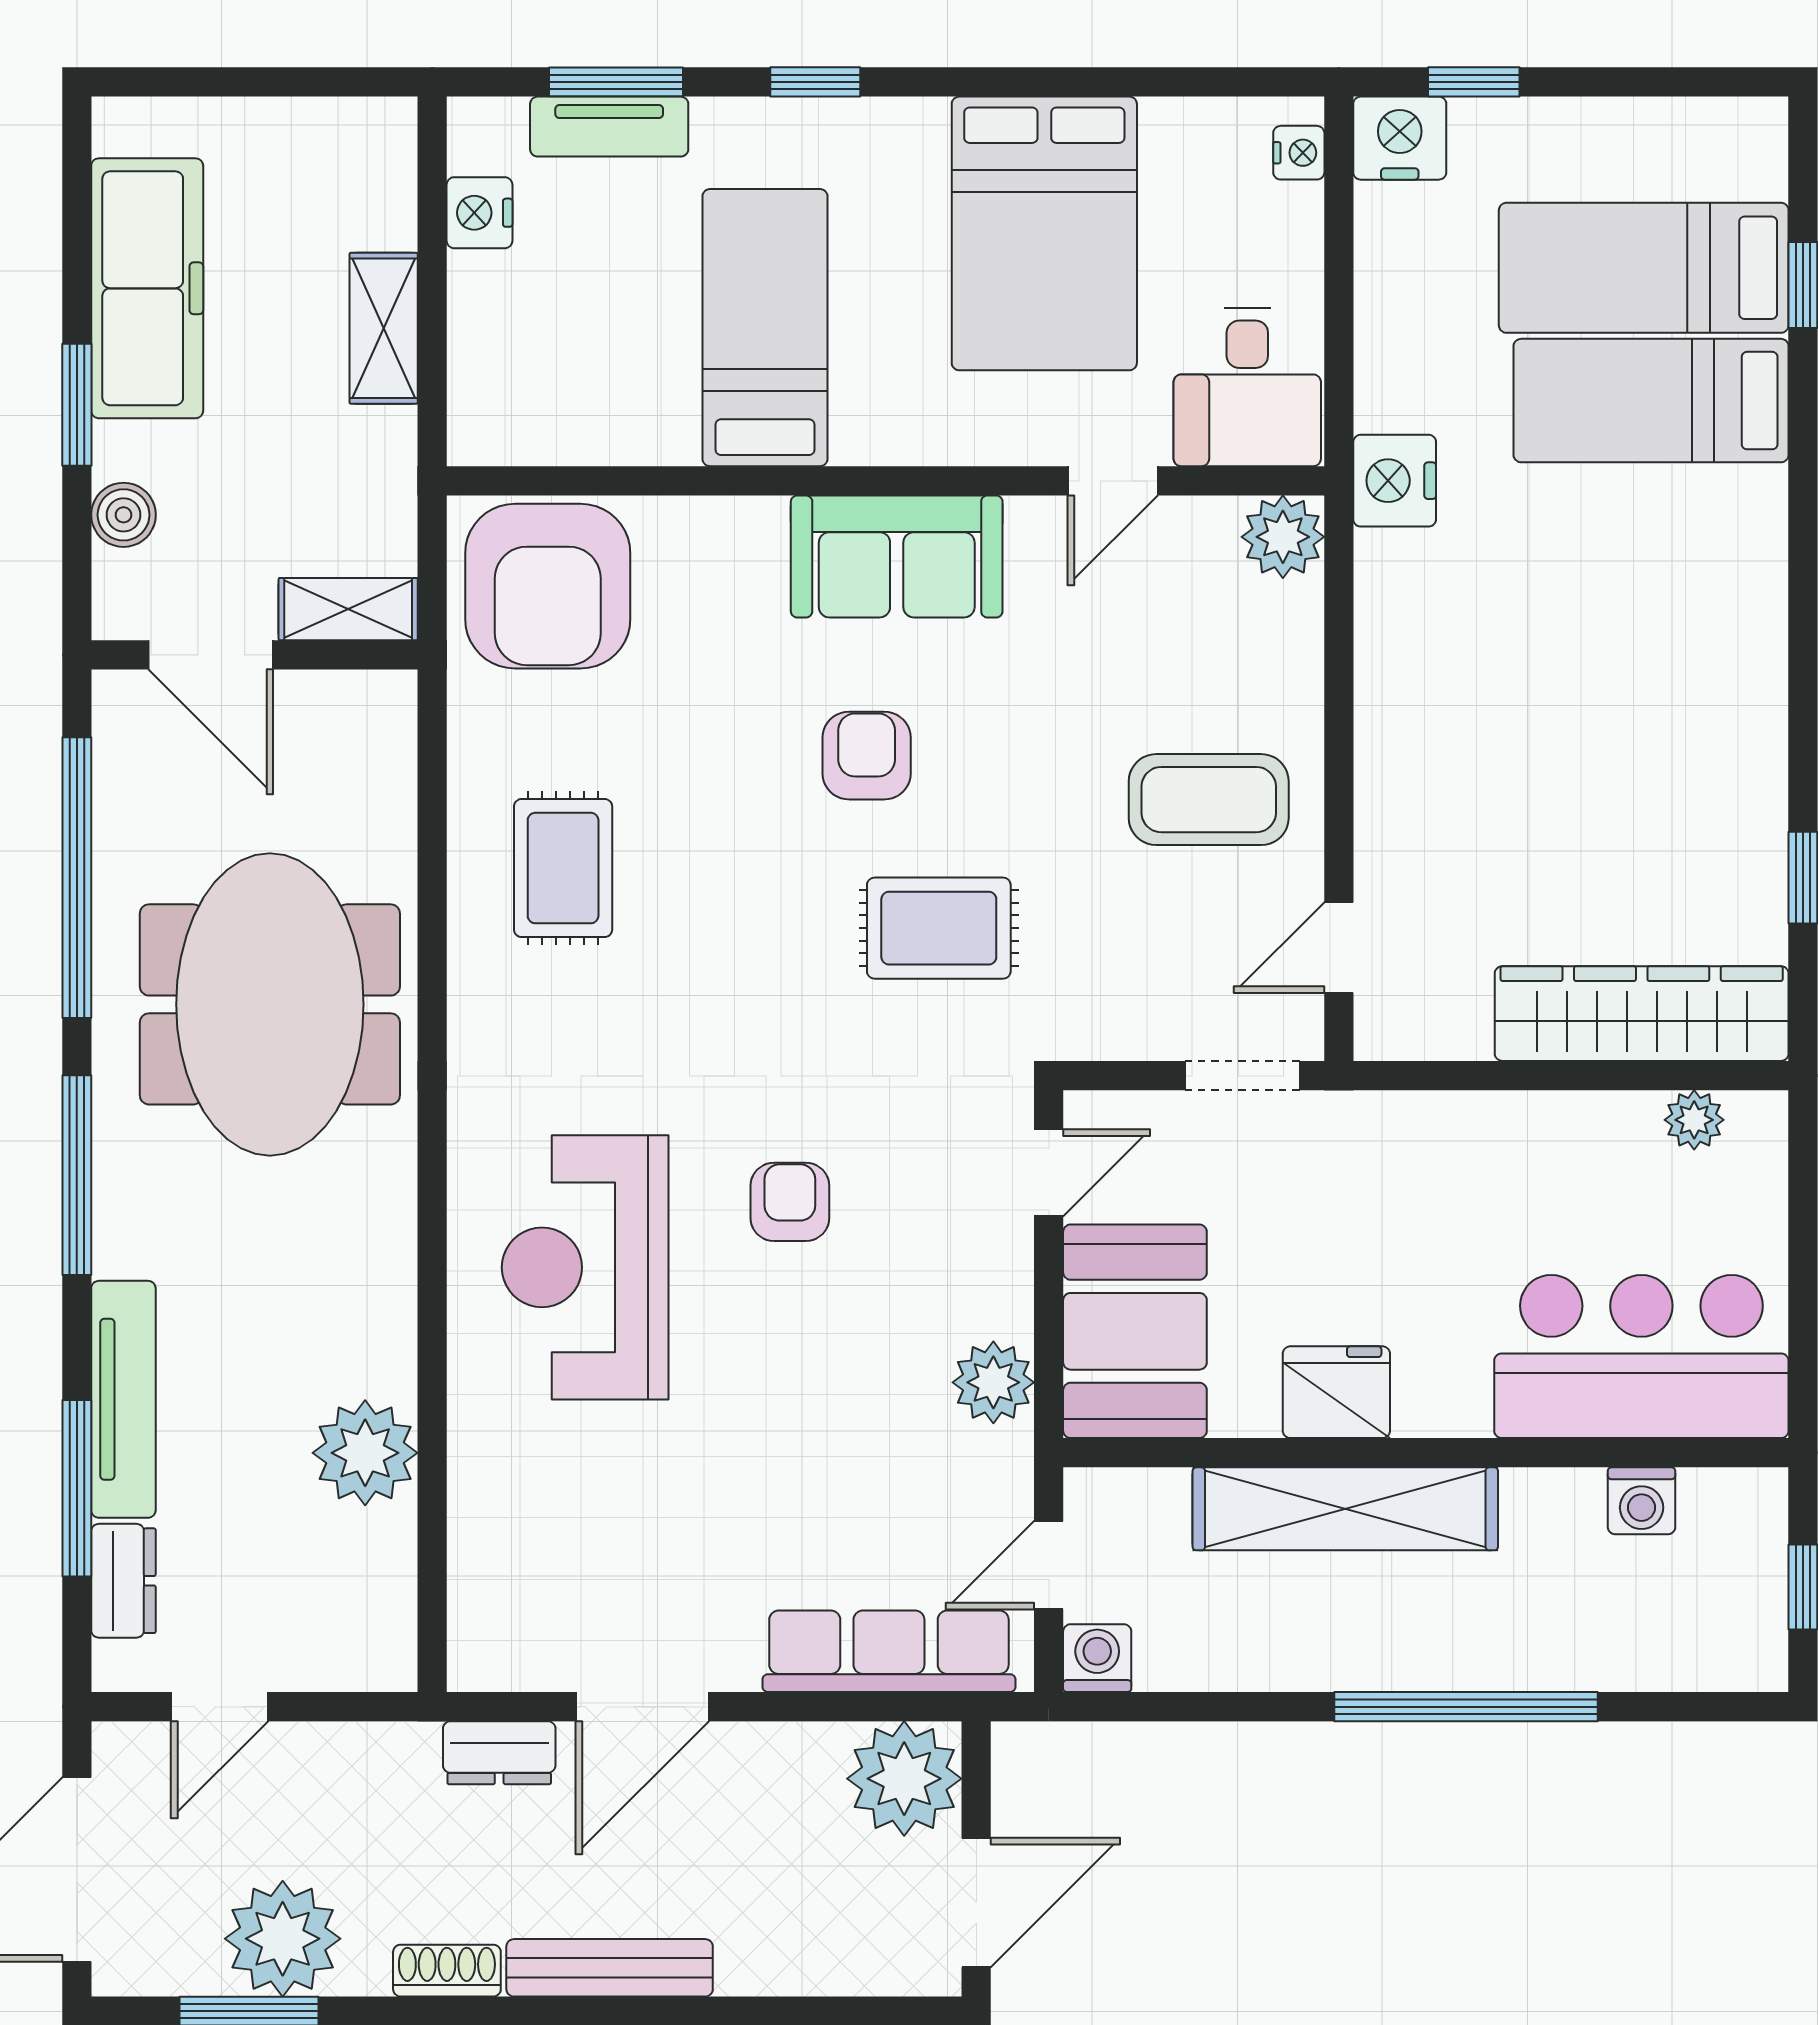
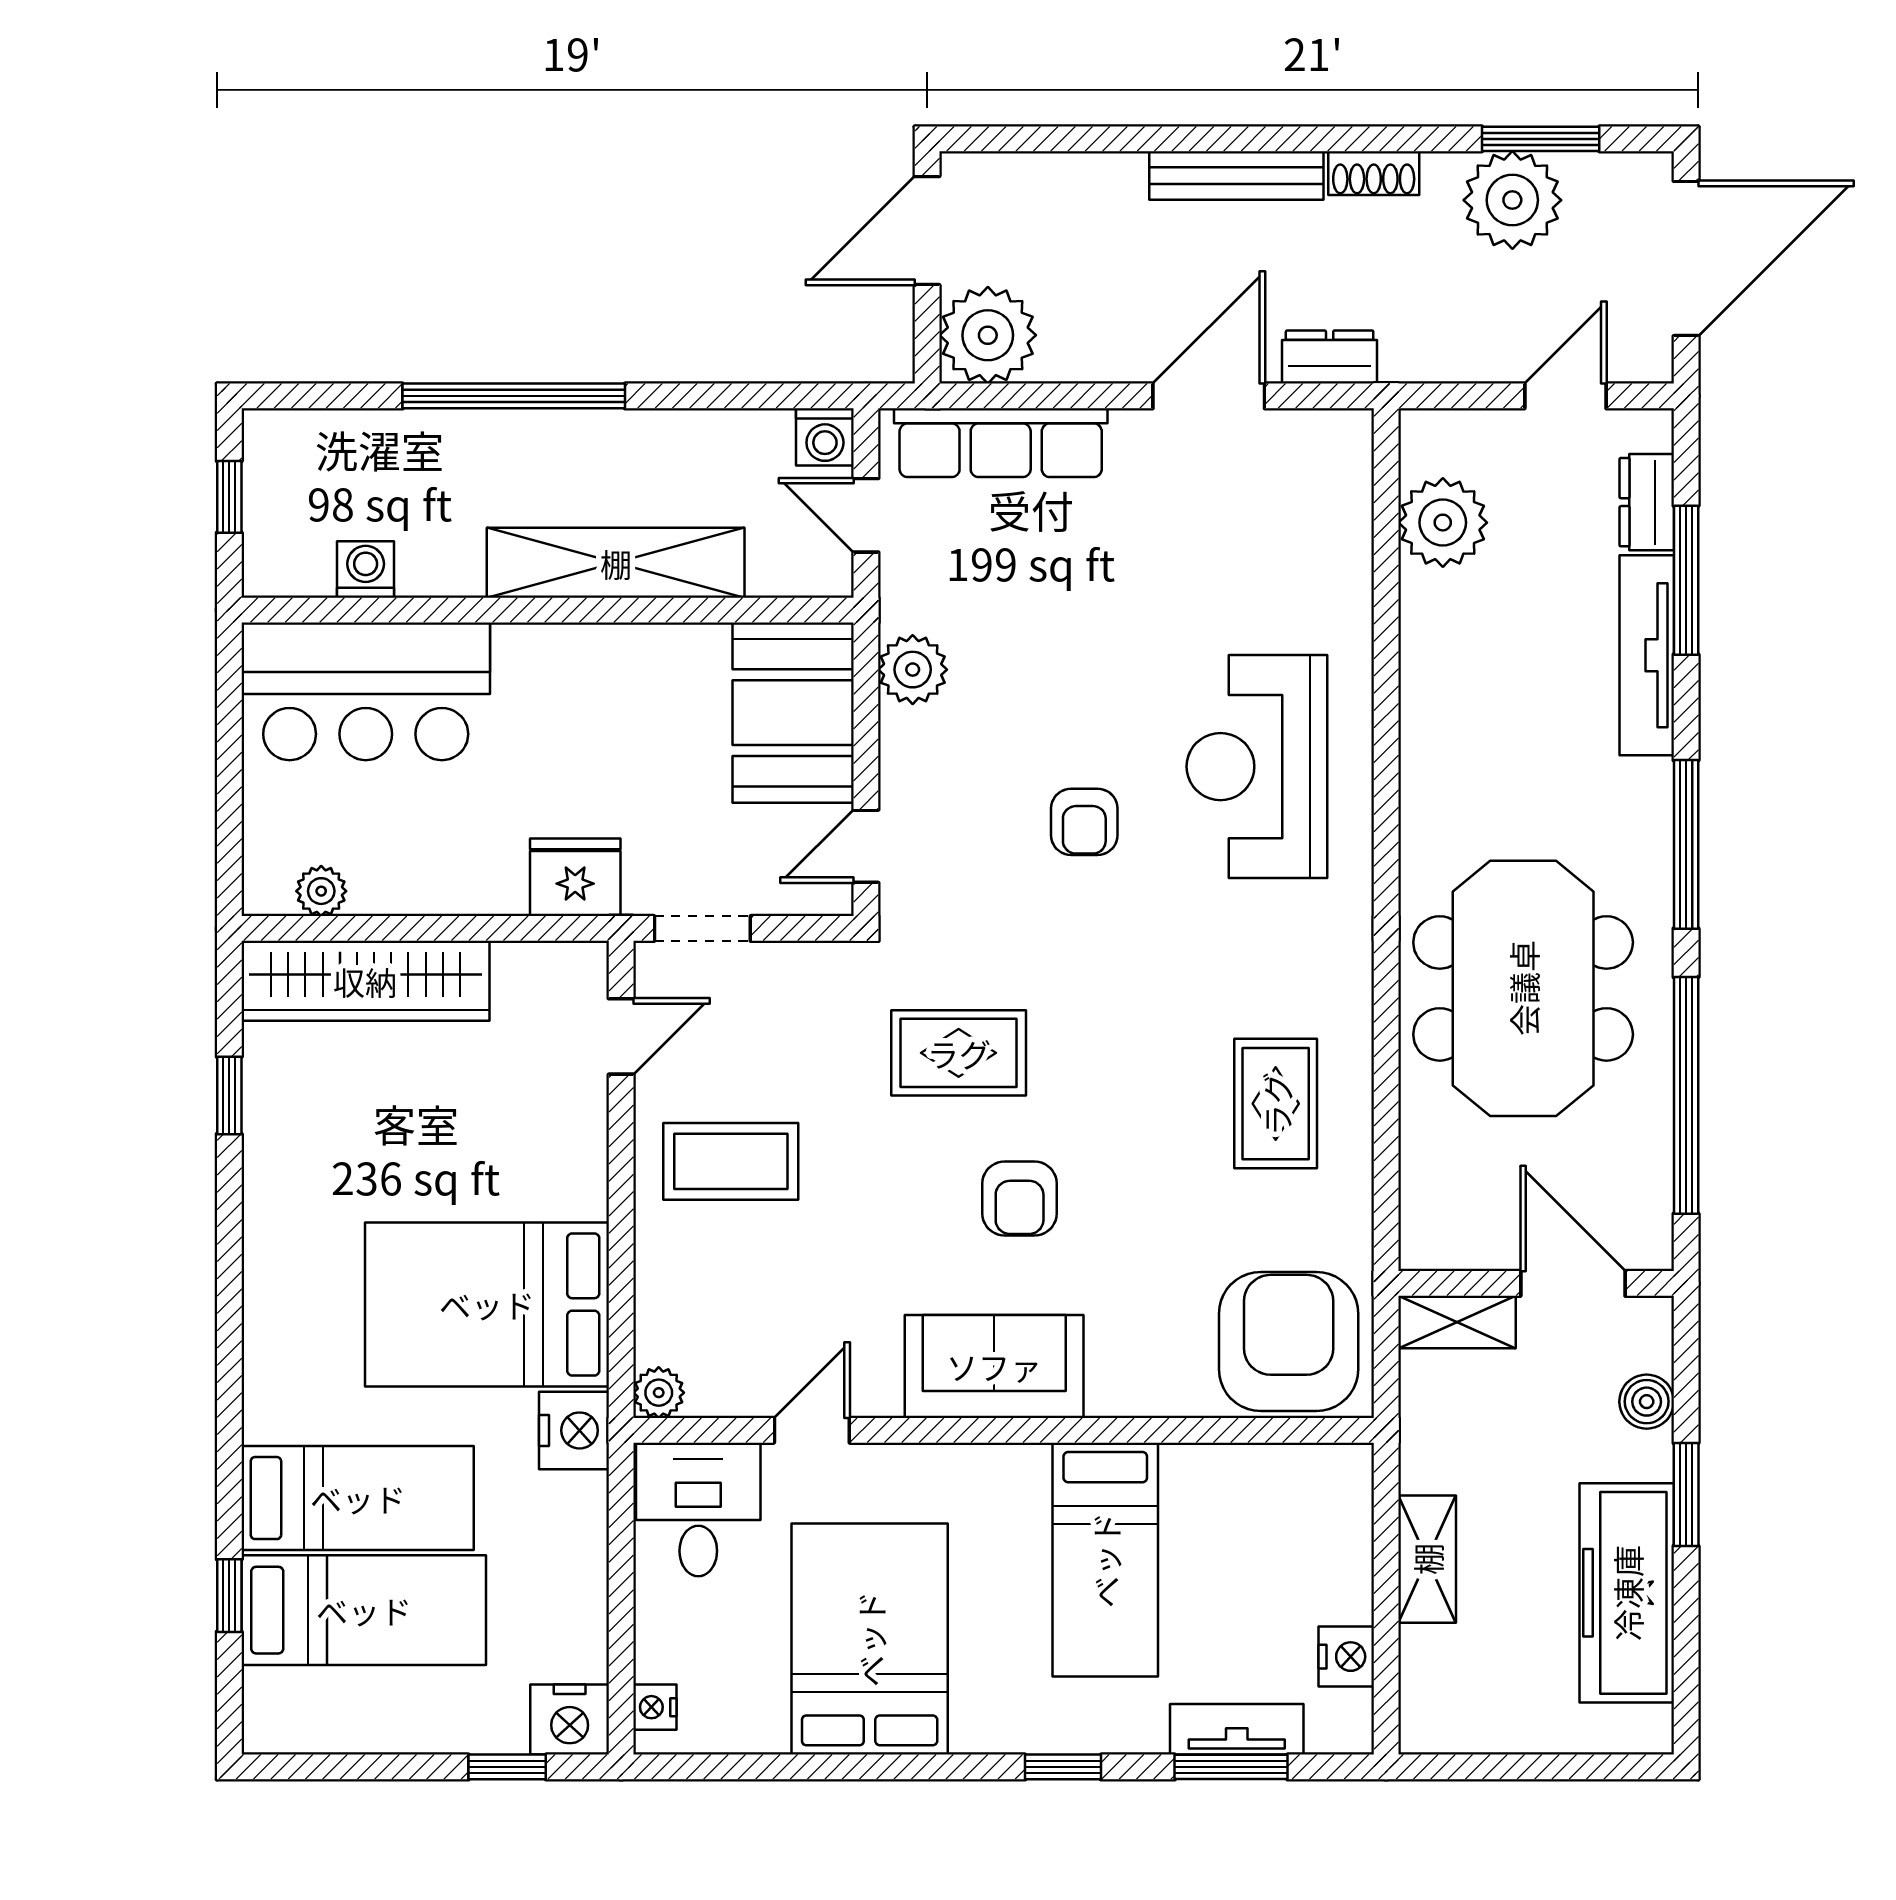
plant: (1283, 537) -> (659, 1393), width x0.73, depth x0.73
bed: (1498, 630) -> (487, 1304), added
reception desk: (585, 1267) -> (1257, 767), turned 180
fridge: (1336, 1392) -> (575, 877), moved, turned 180
plant: (365, 1453) -> (1443, 523), moved
door: (1049, 1565) -> (866, 515), swing flipped

